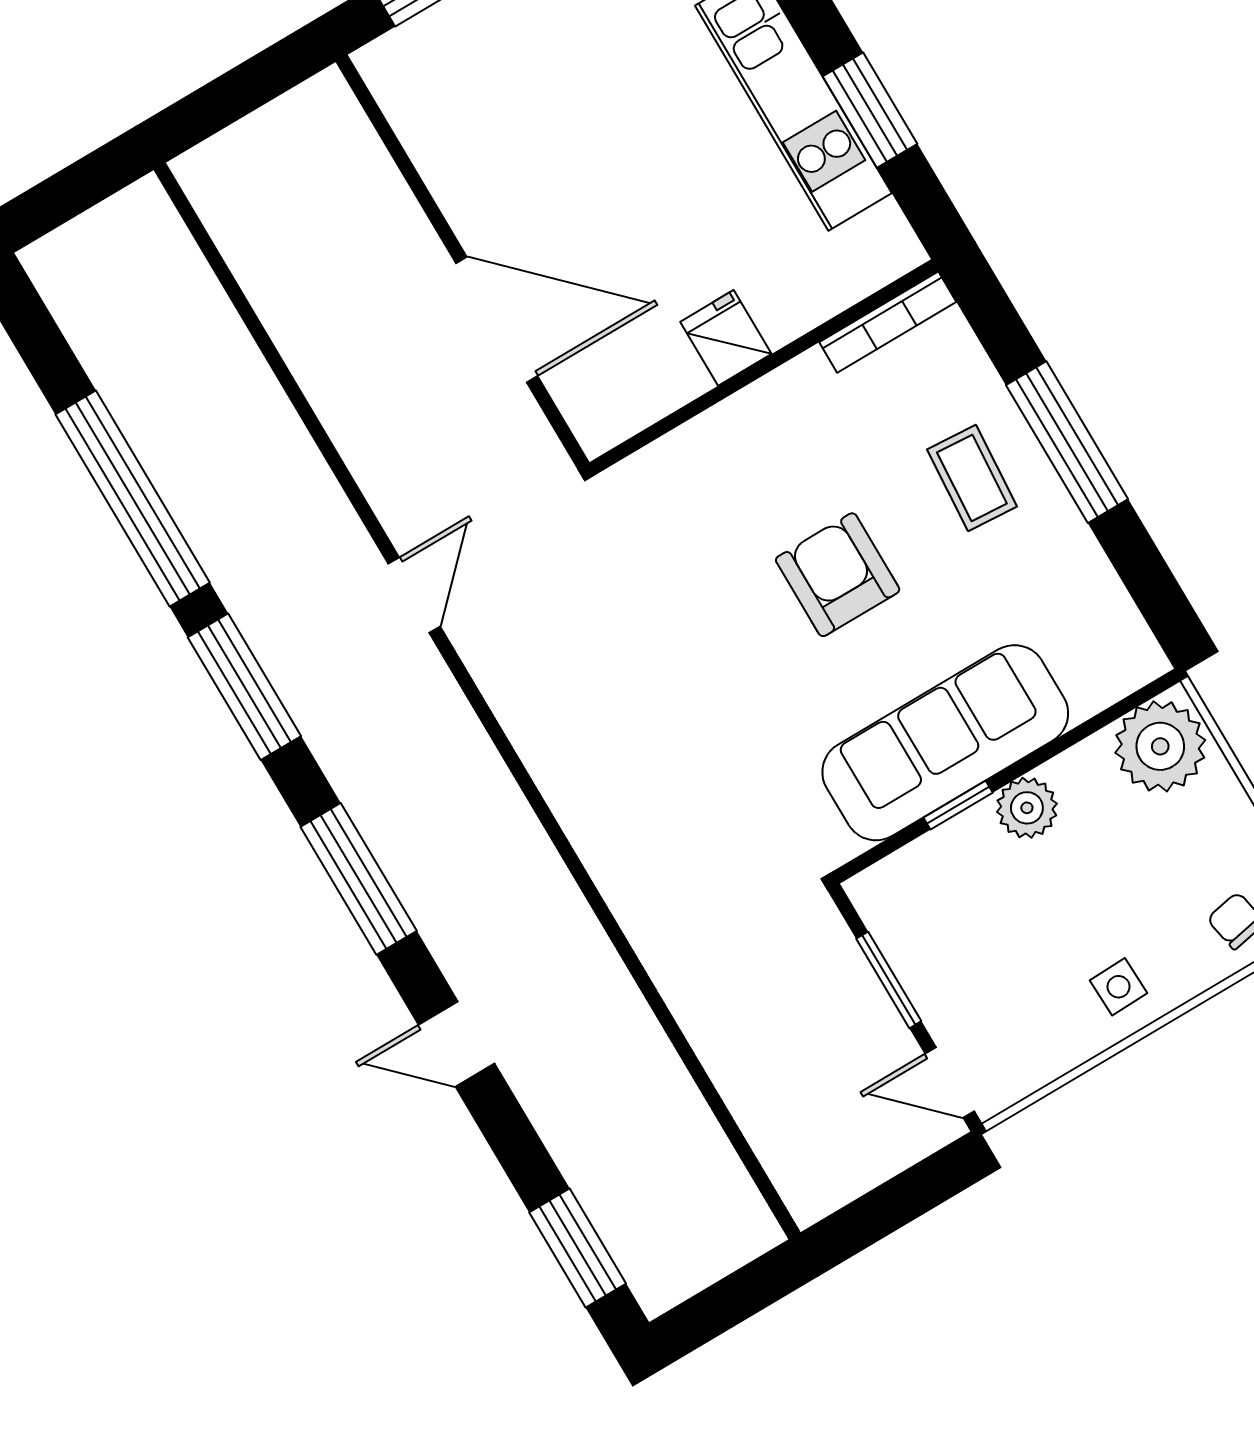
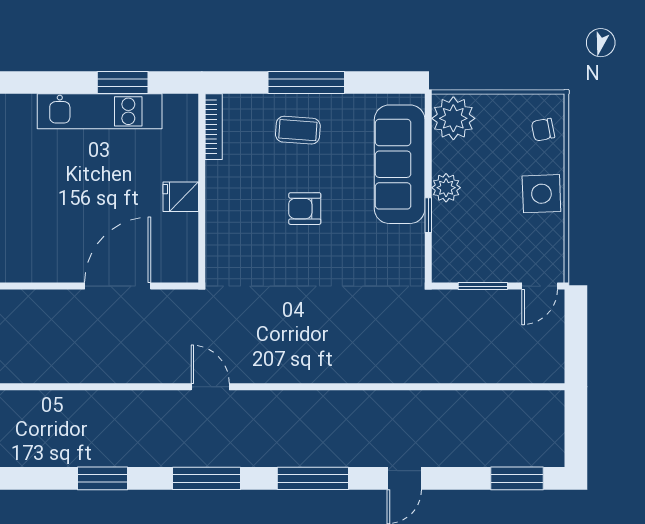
window: (133, 499) -> (102, 478), width x0.47
armchair: (838, 575) -> (305, 209), width x0.72, depth x0.72
sofa: (945, 743) -> (400, 164), moved
side table: (1119, 987) -> (541, 194), width x1.87, depth x1.87

